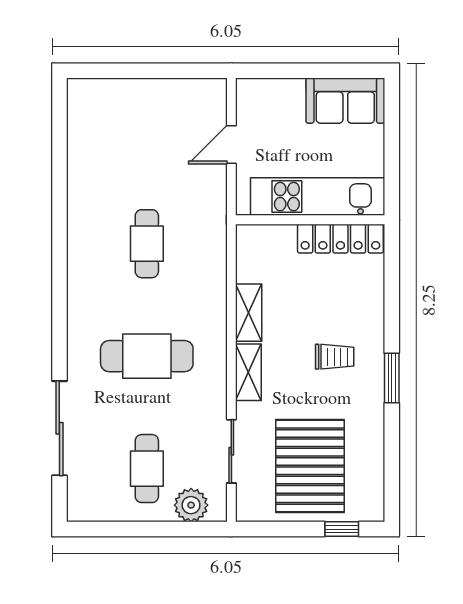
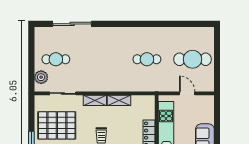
cafe table: (147, 356) -> (192, 59), moved, turned 90

